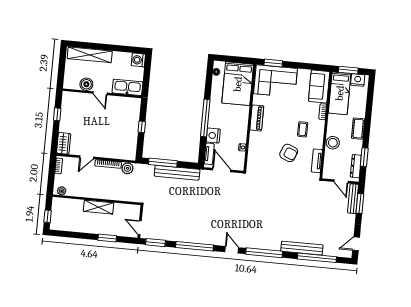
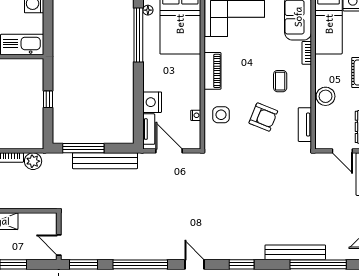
window: (205, 118) -> (138, 35), moved
side table: (260, 149) -> (221, 115), added
window: (264, 253) -> (242, 264), width x0.47

